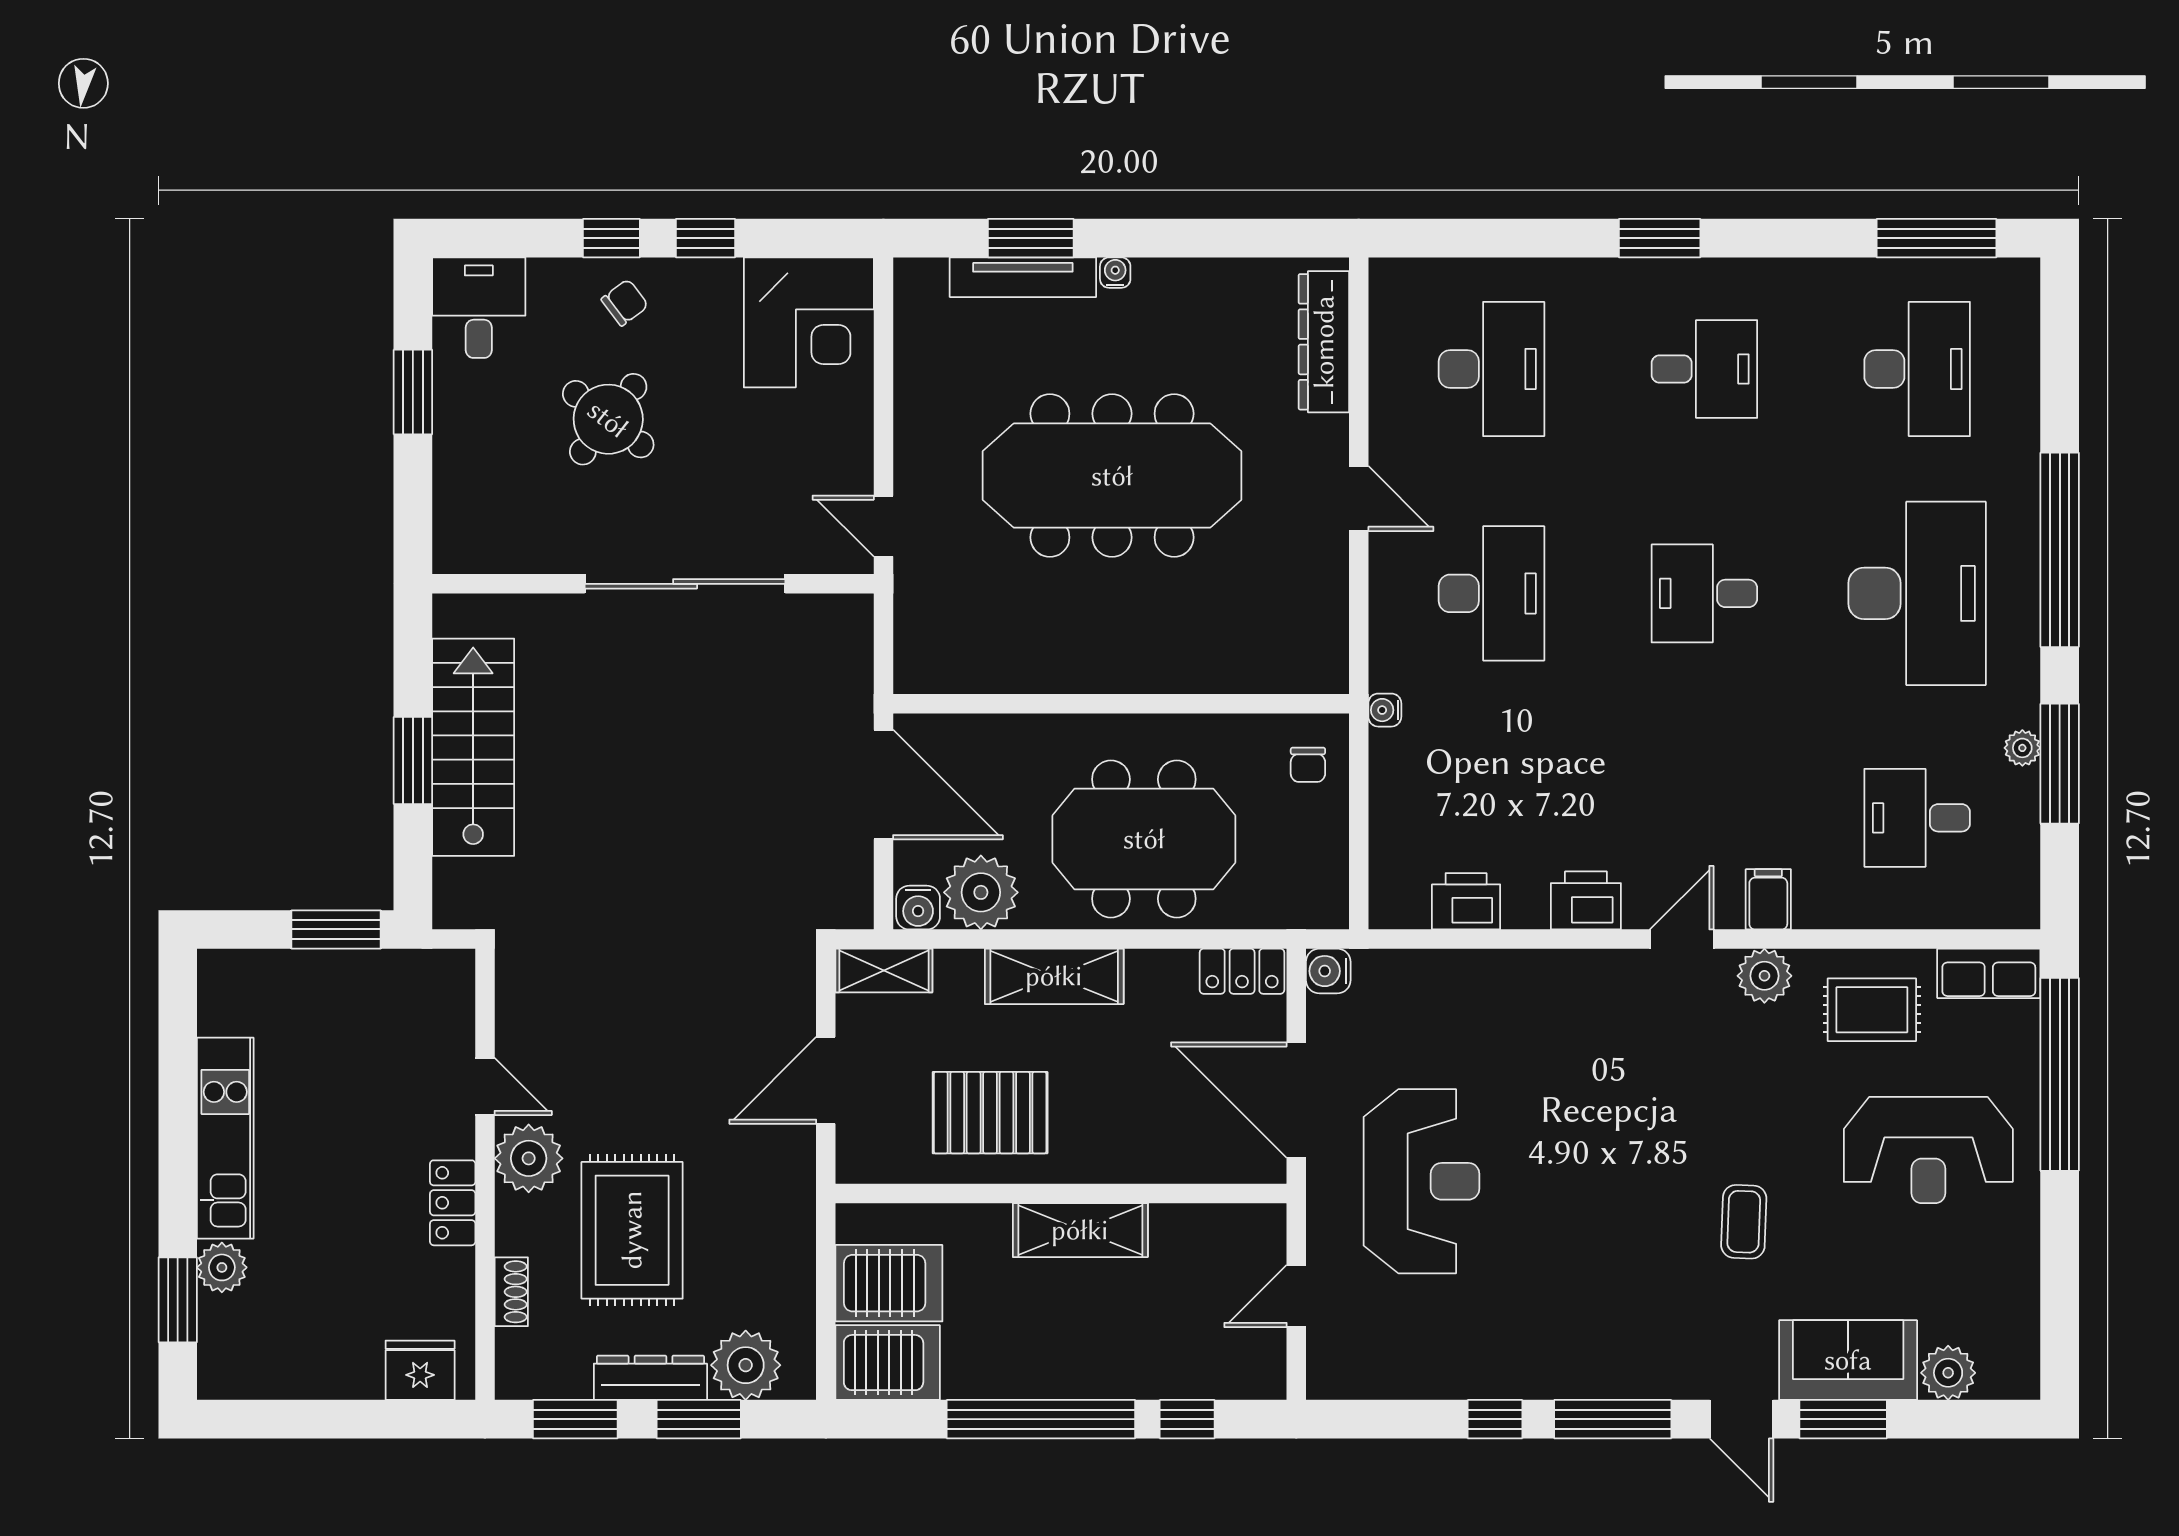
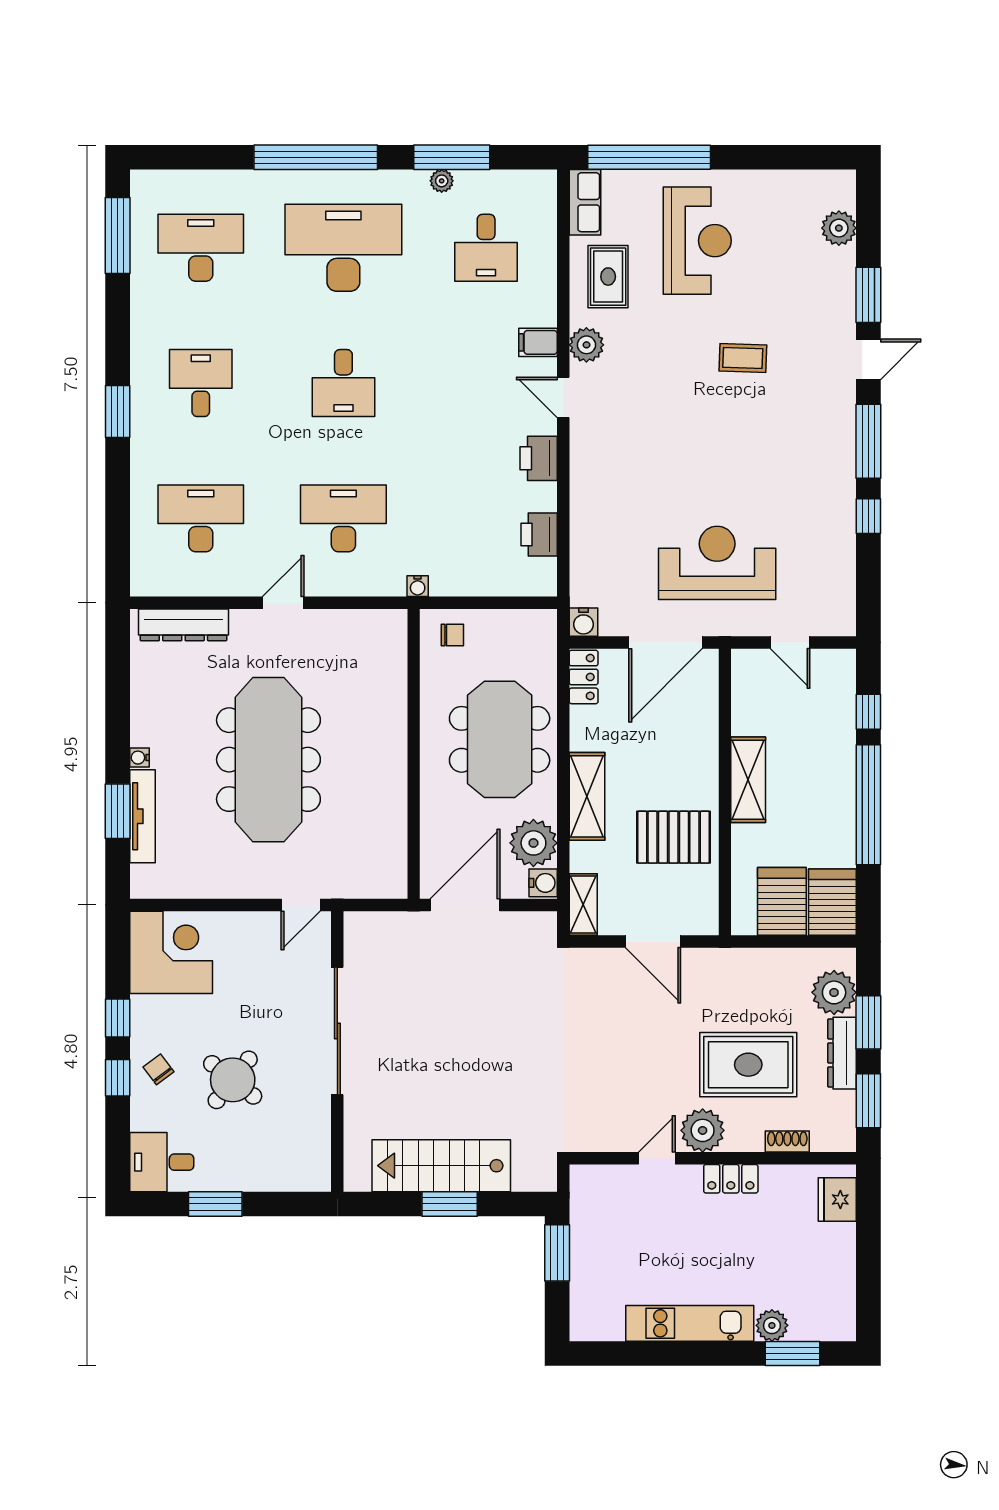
pallet: (990, 1113) -> (673, 837), turned 90
sofa: (1848, 1360) -> (831, 292), removed

